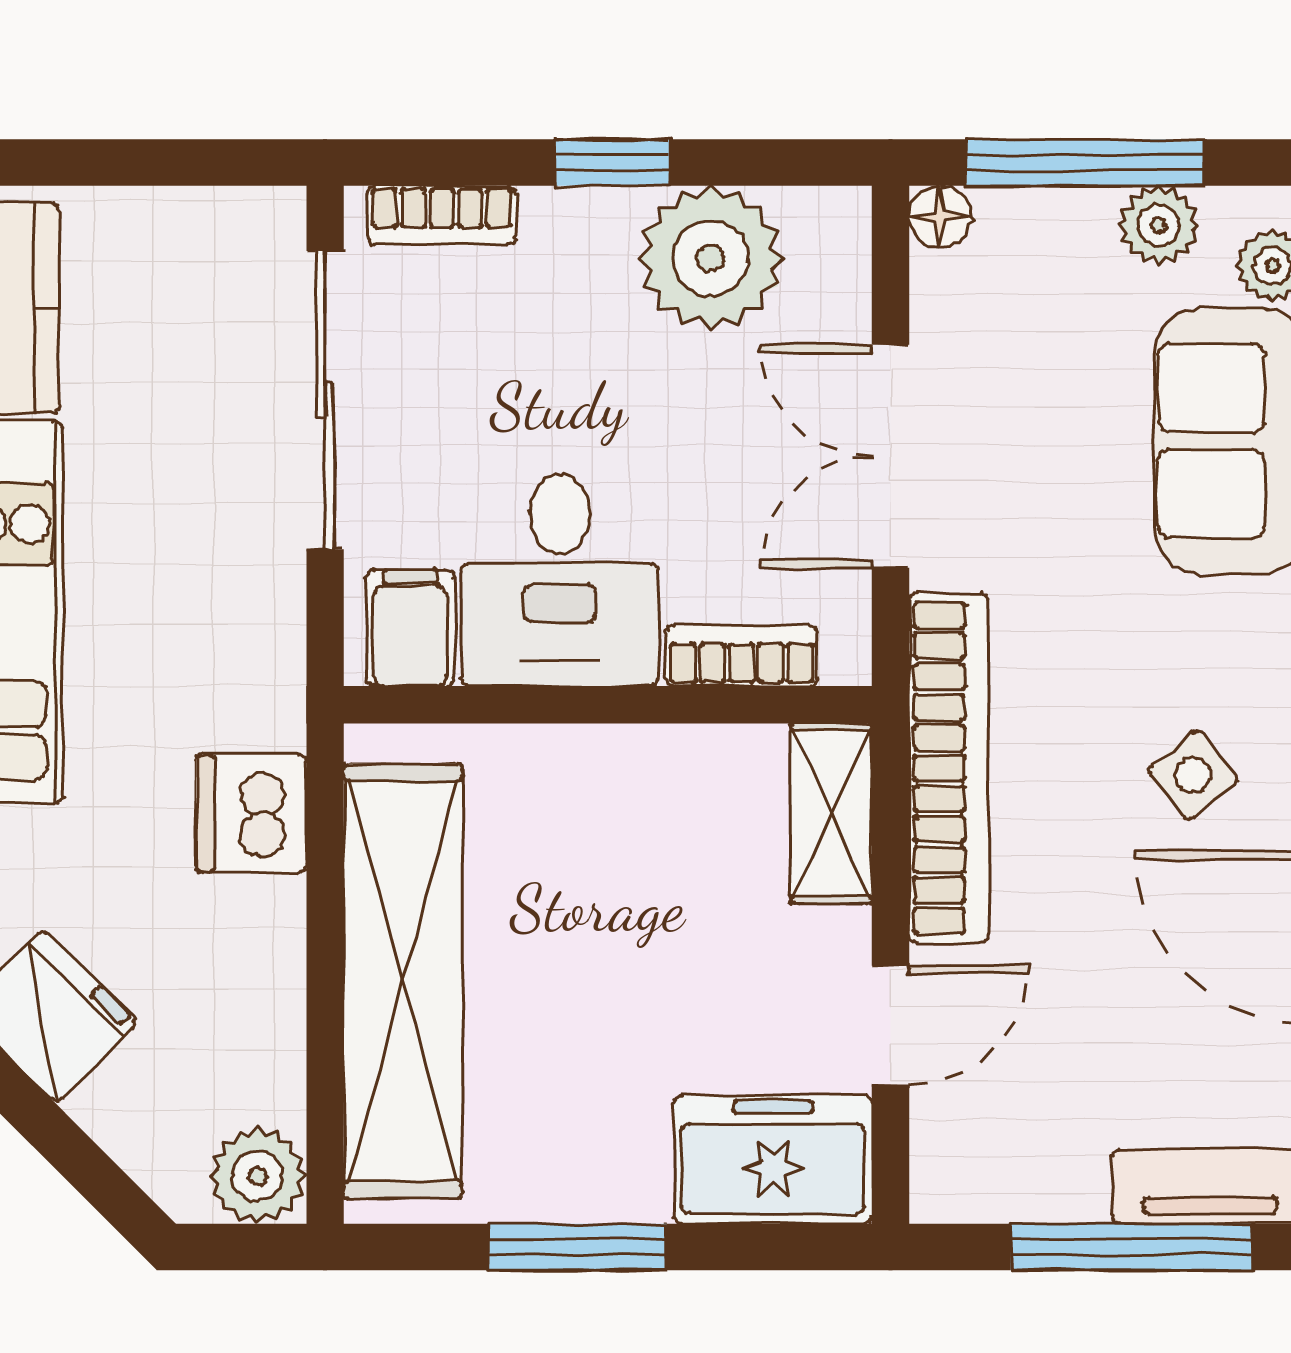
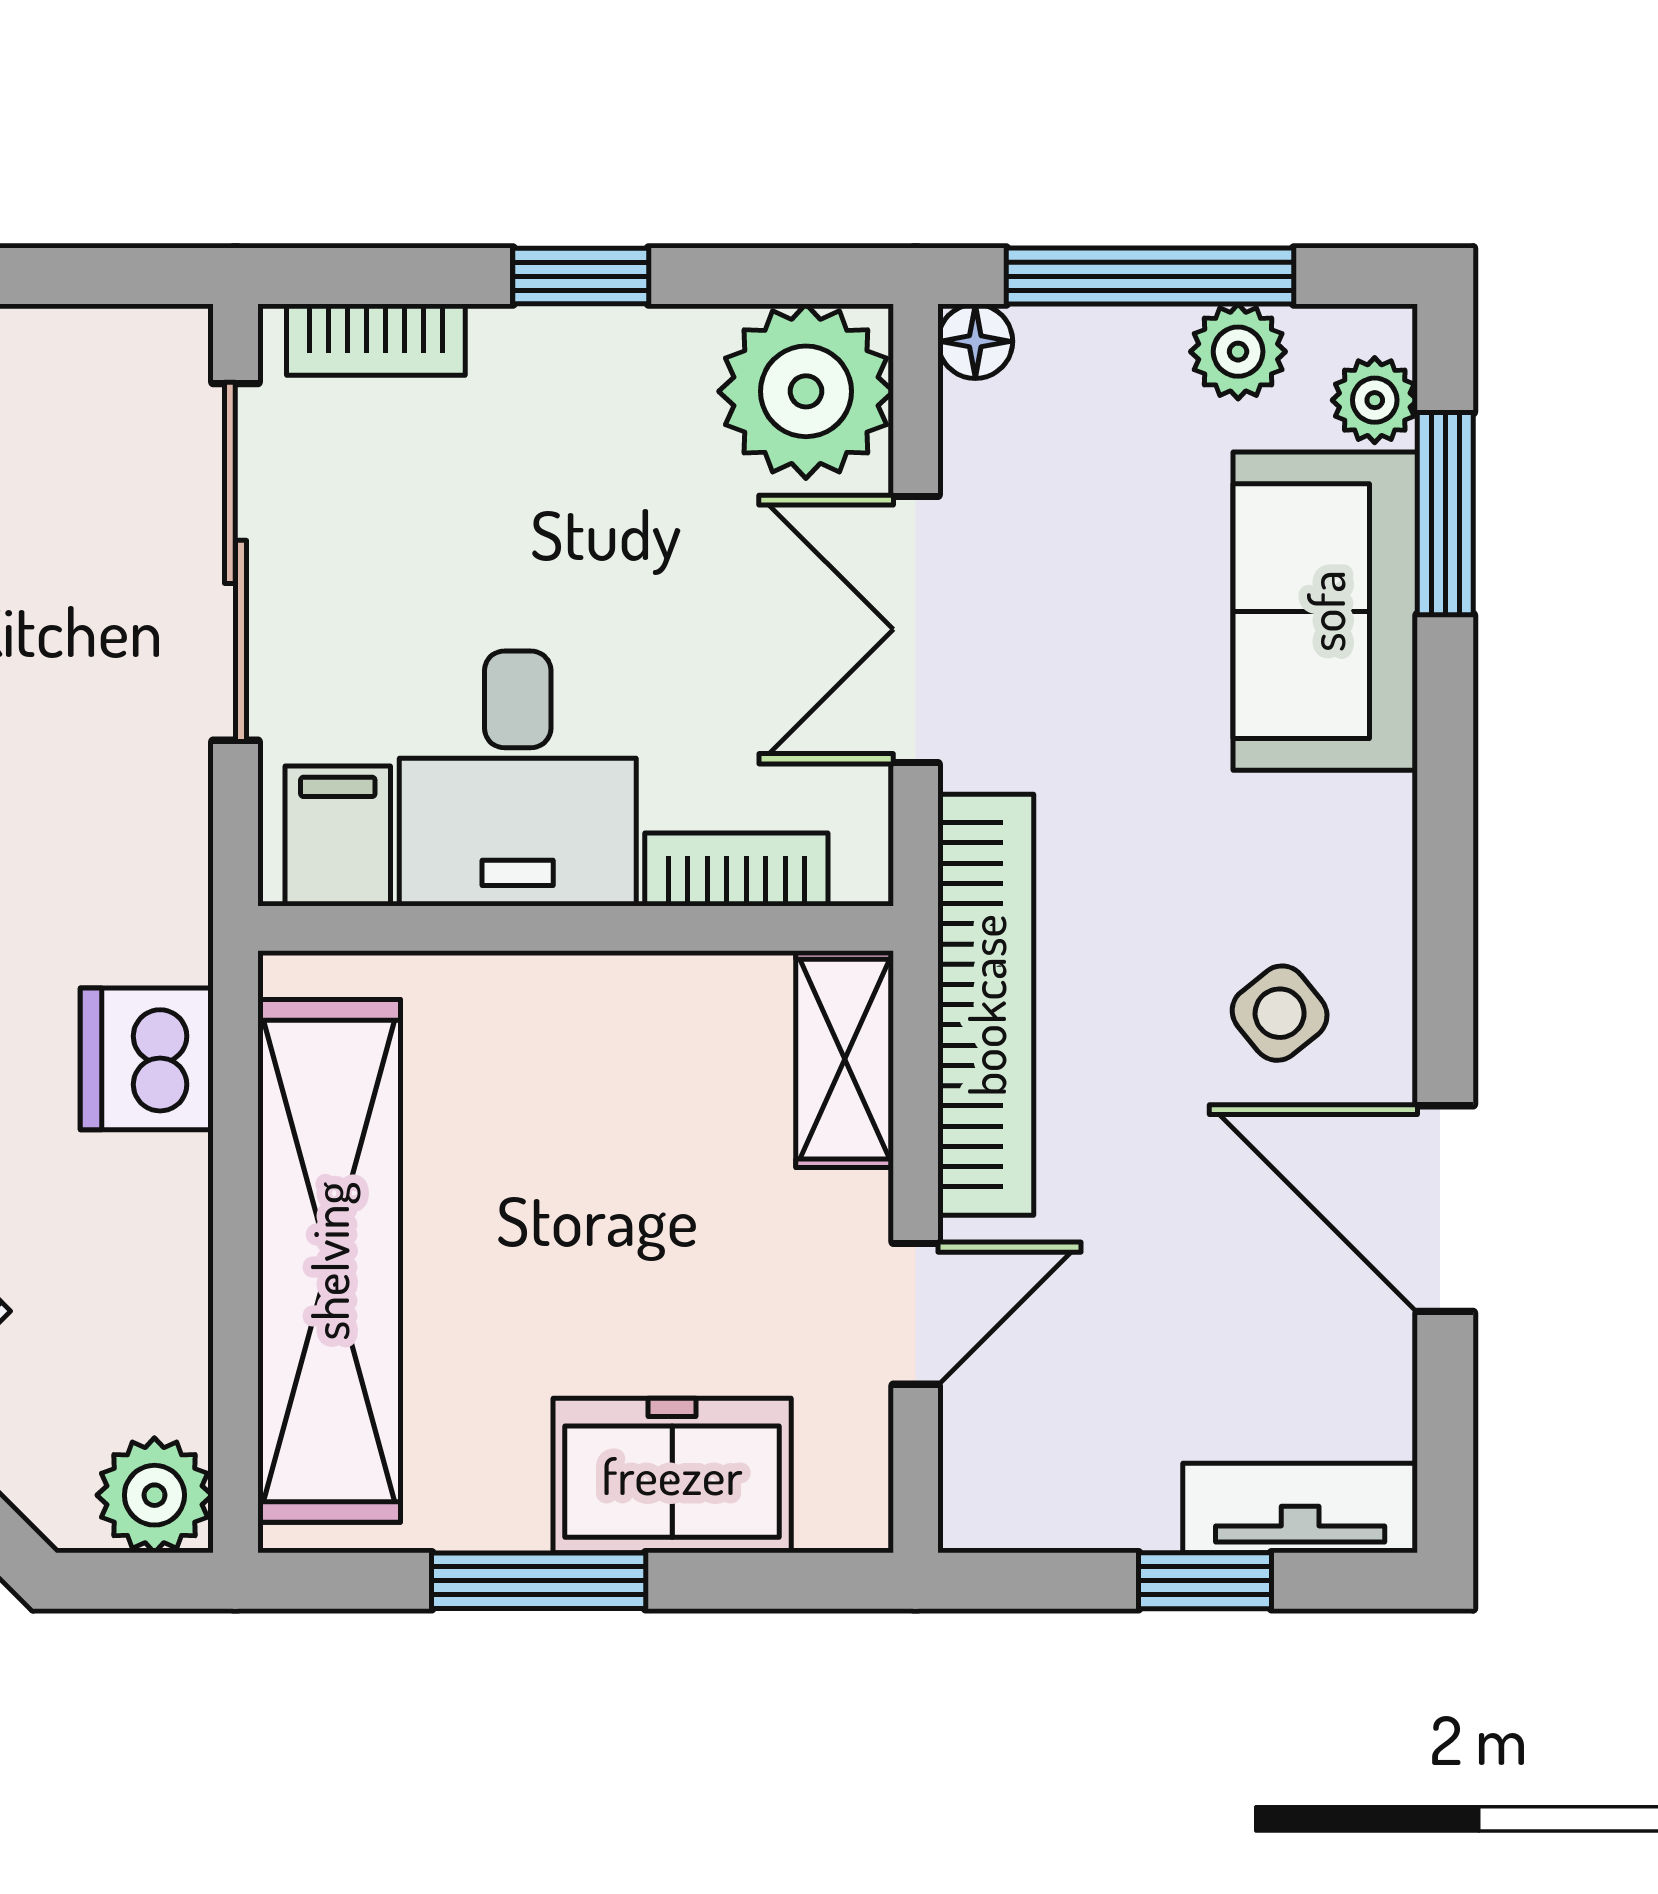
plant: (711, 258) -> (806, 391), moved
freezer: (773, 1160) -> (672, 1475), moved
window: (1131, 1247) -> (1205, 1581), width x0.46

